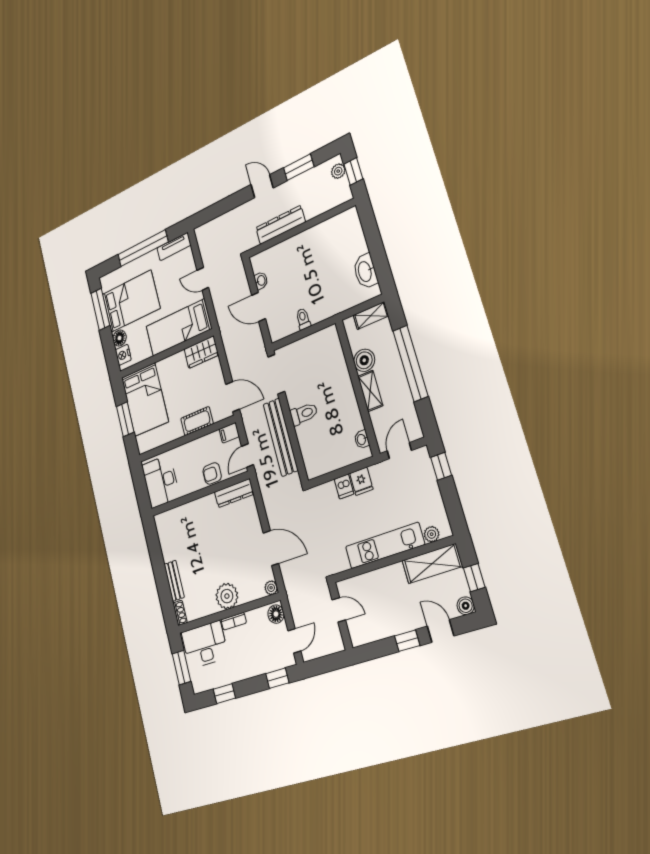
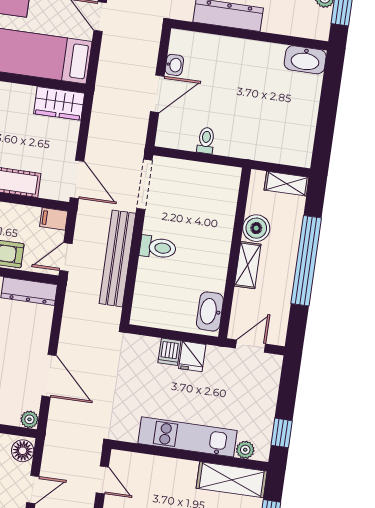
washbasin: (365, 271) -> (305, 60), moved, turned -90
door: (258, 307) -> (157, 94), swing flipped
washbasin: (362, 439) -> (210, 311), width x1.91, depth x1.45
window: (441, 466) -> (282, 433), moved

